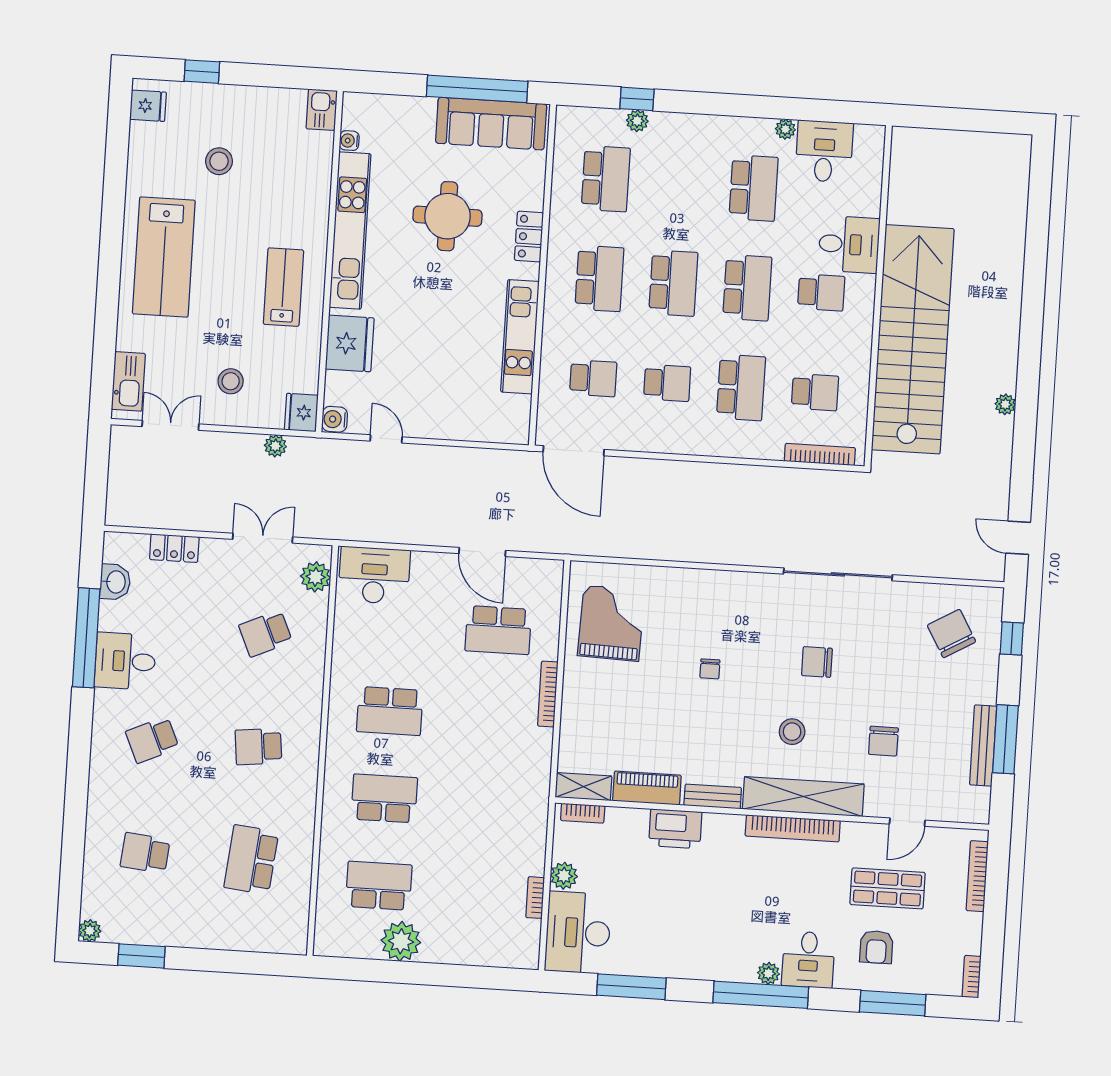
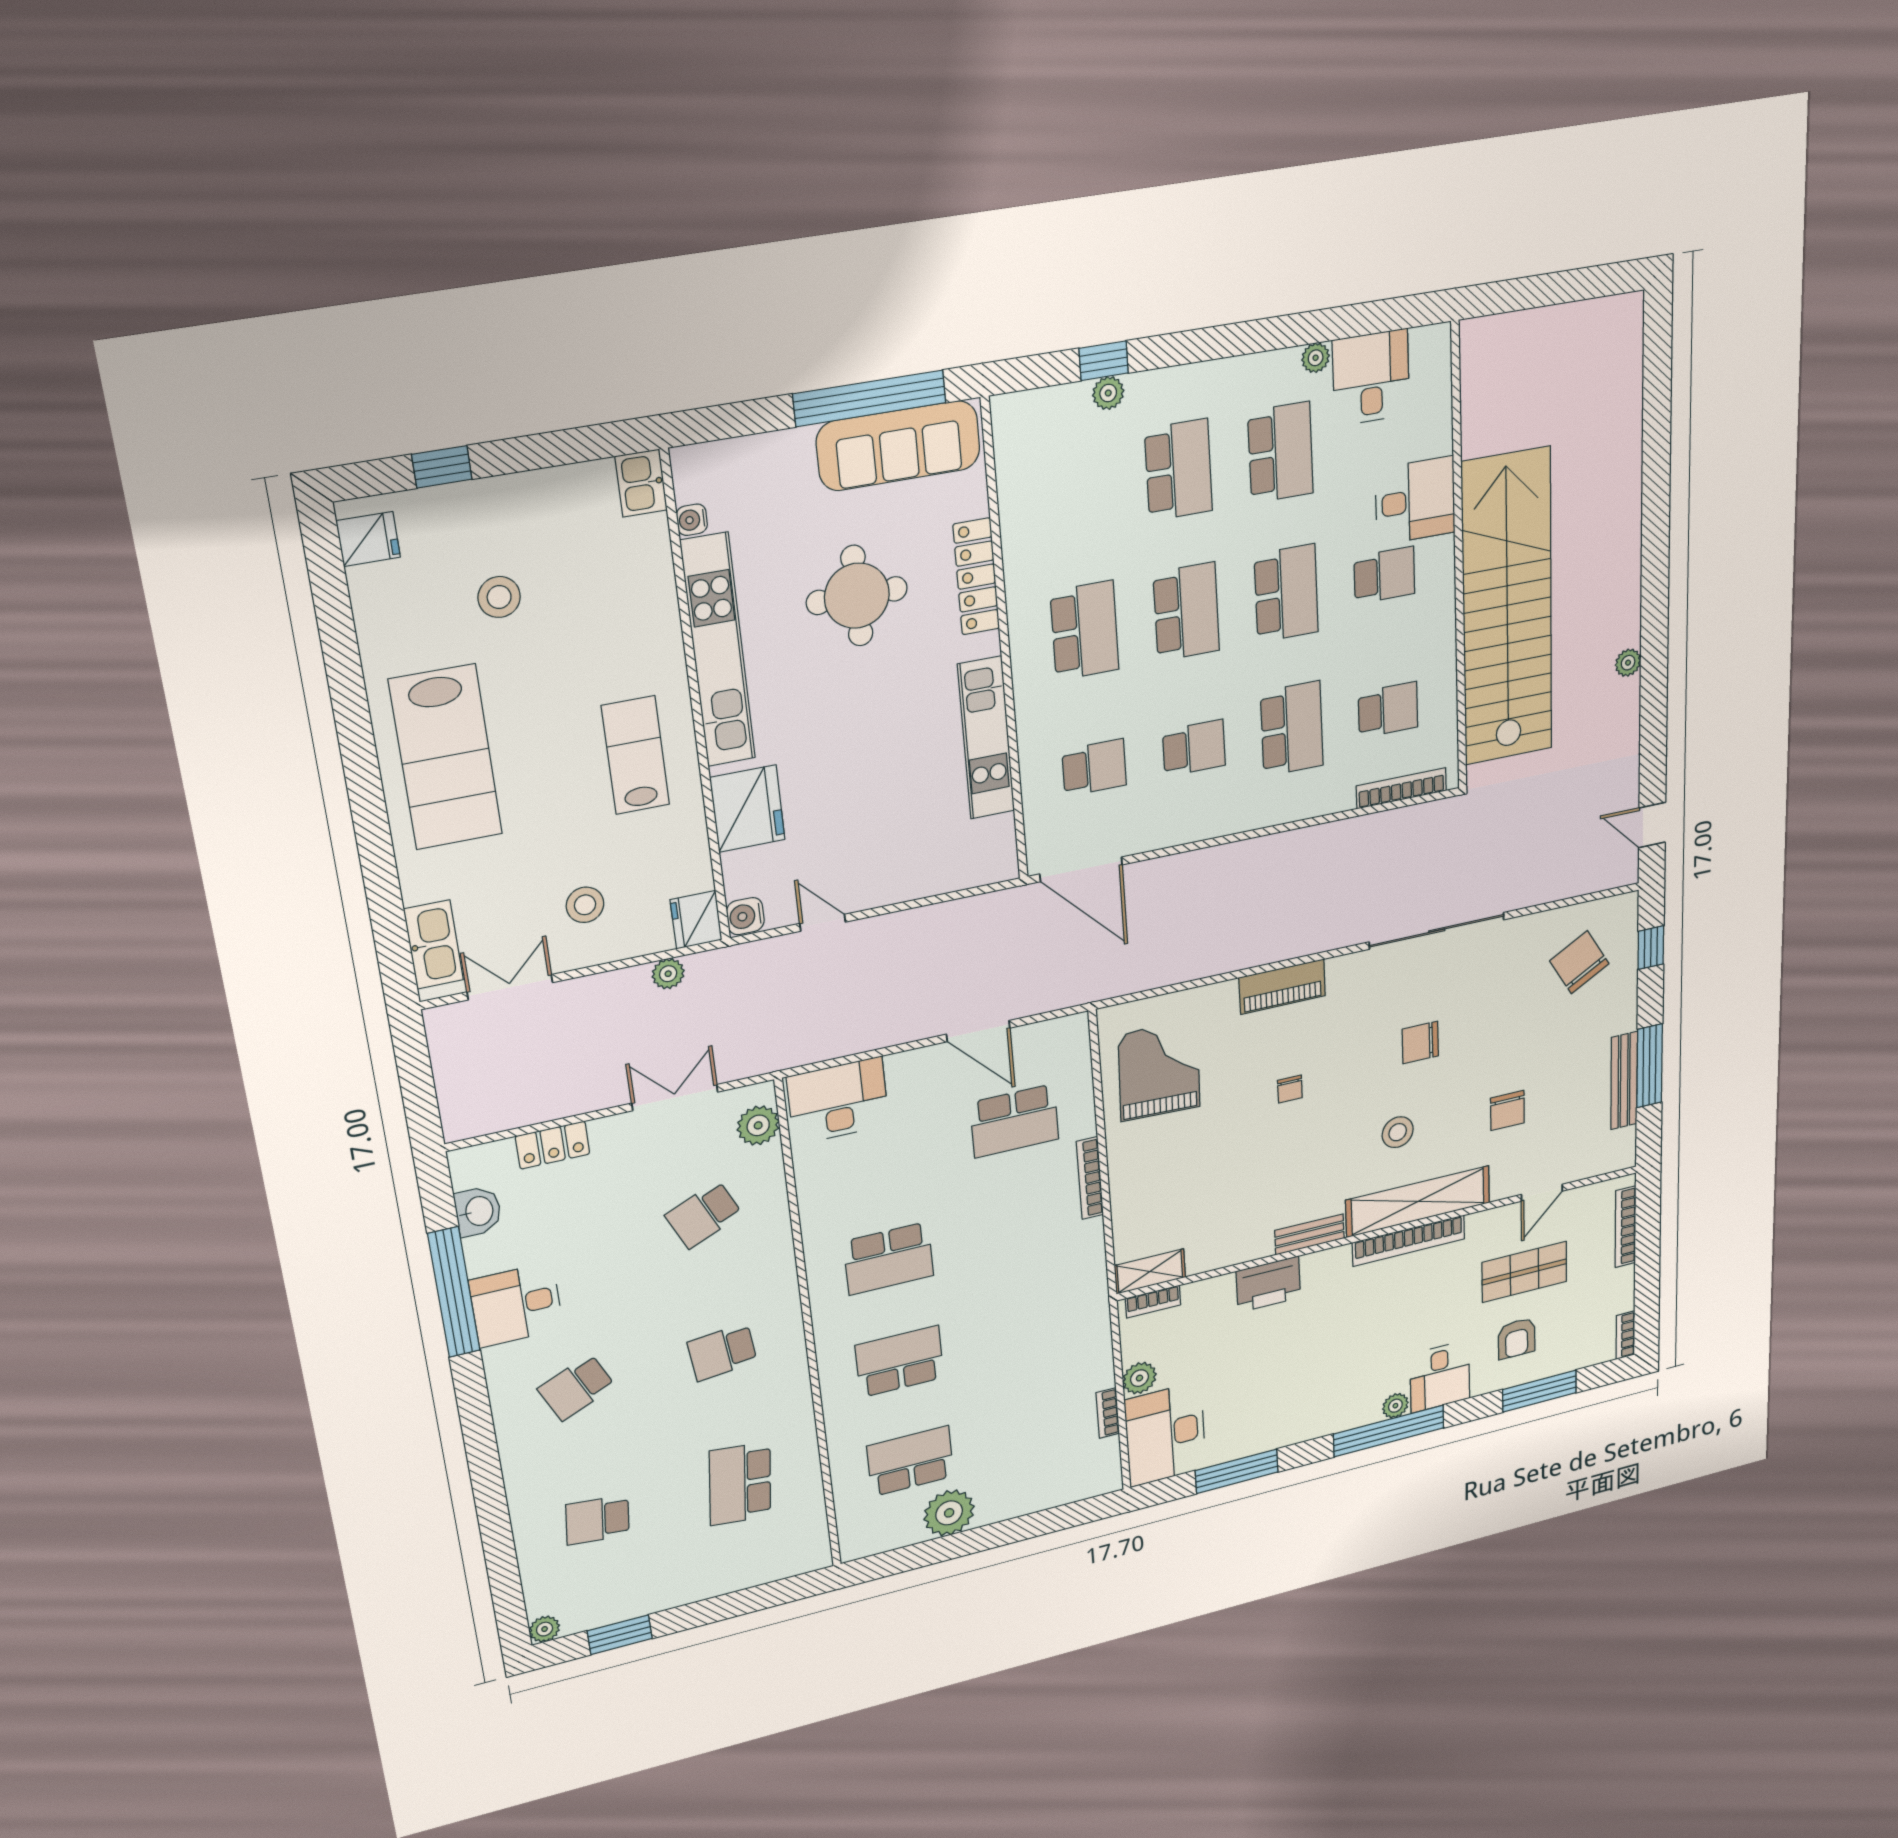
school desk: (606, 179) -> (1179, 470), moved
locker: (529, 237) -> (976, 577), width x1.53
piano: (647, 788) -> (1282, 987), moved, turned 180

